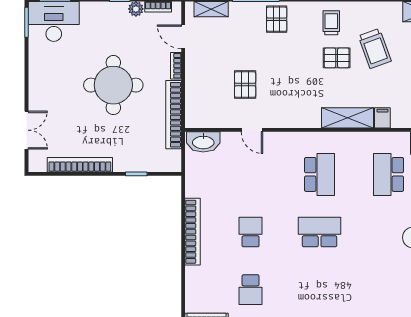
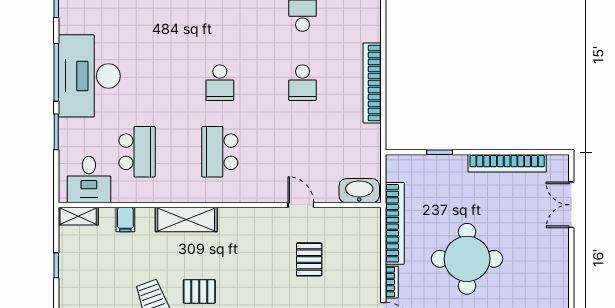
filing cabinet: (382, 118) -> (125, 220), moved
school desk: (320, 232) -> (220, 83), width x0.54

